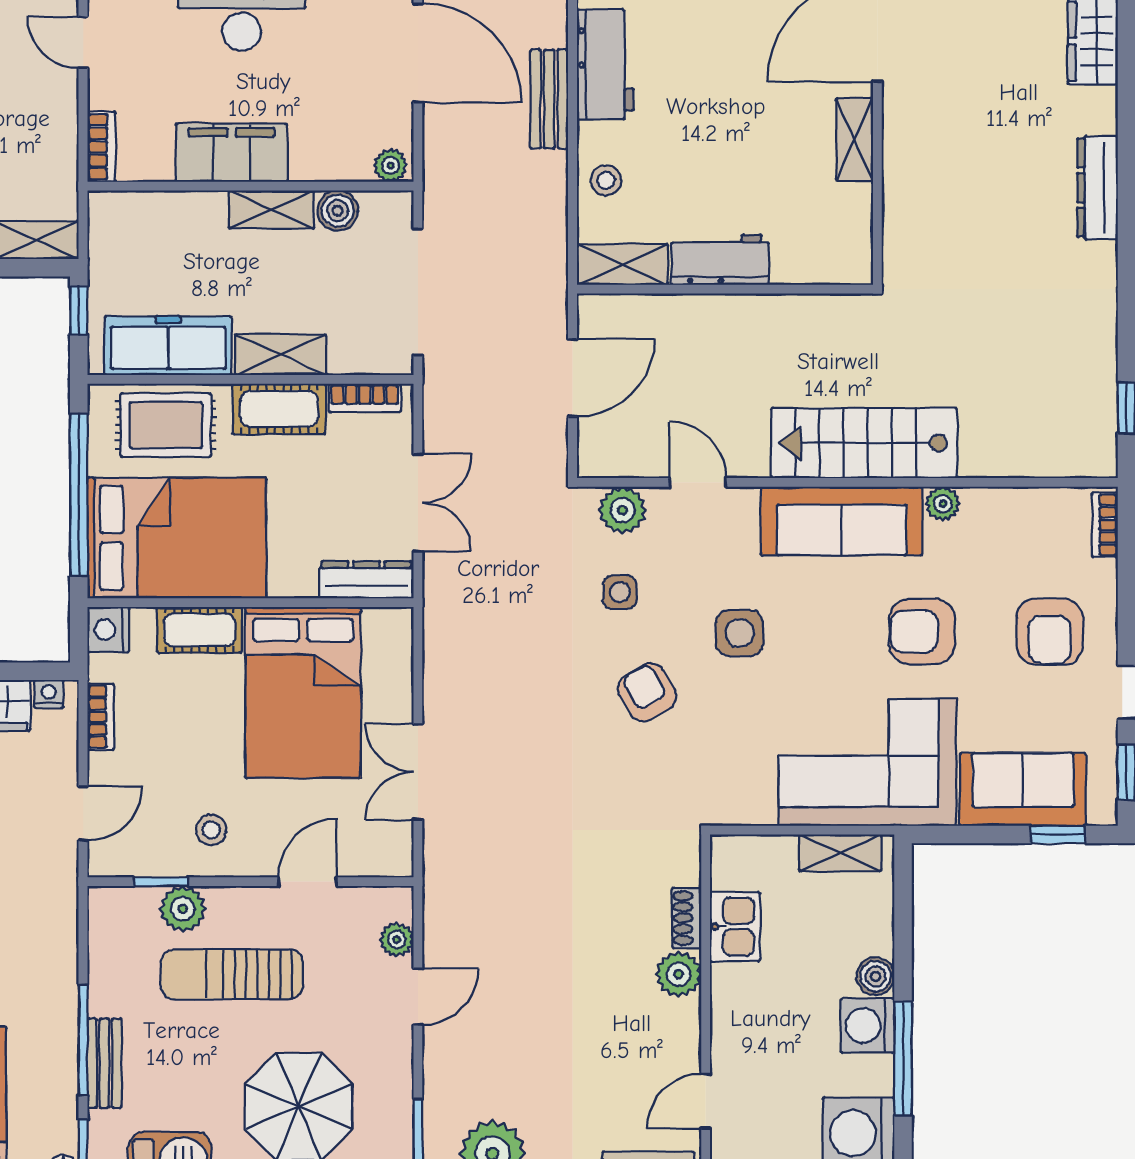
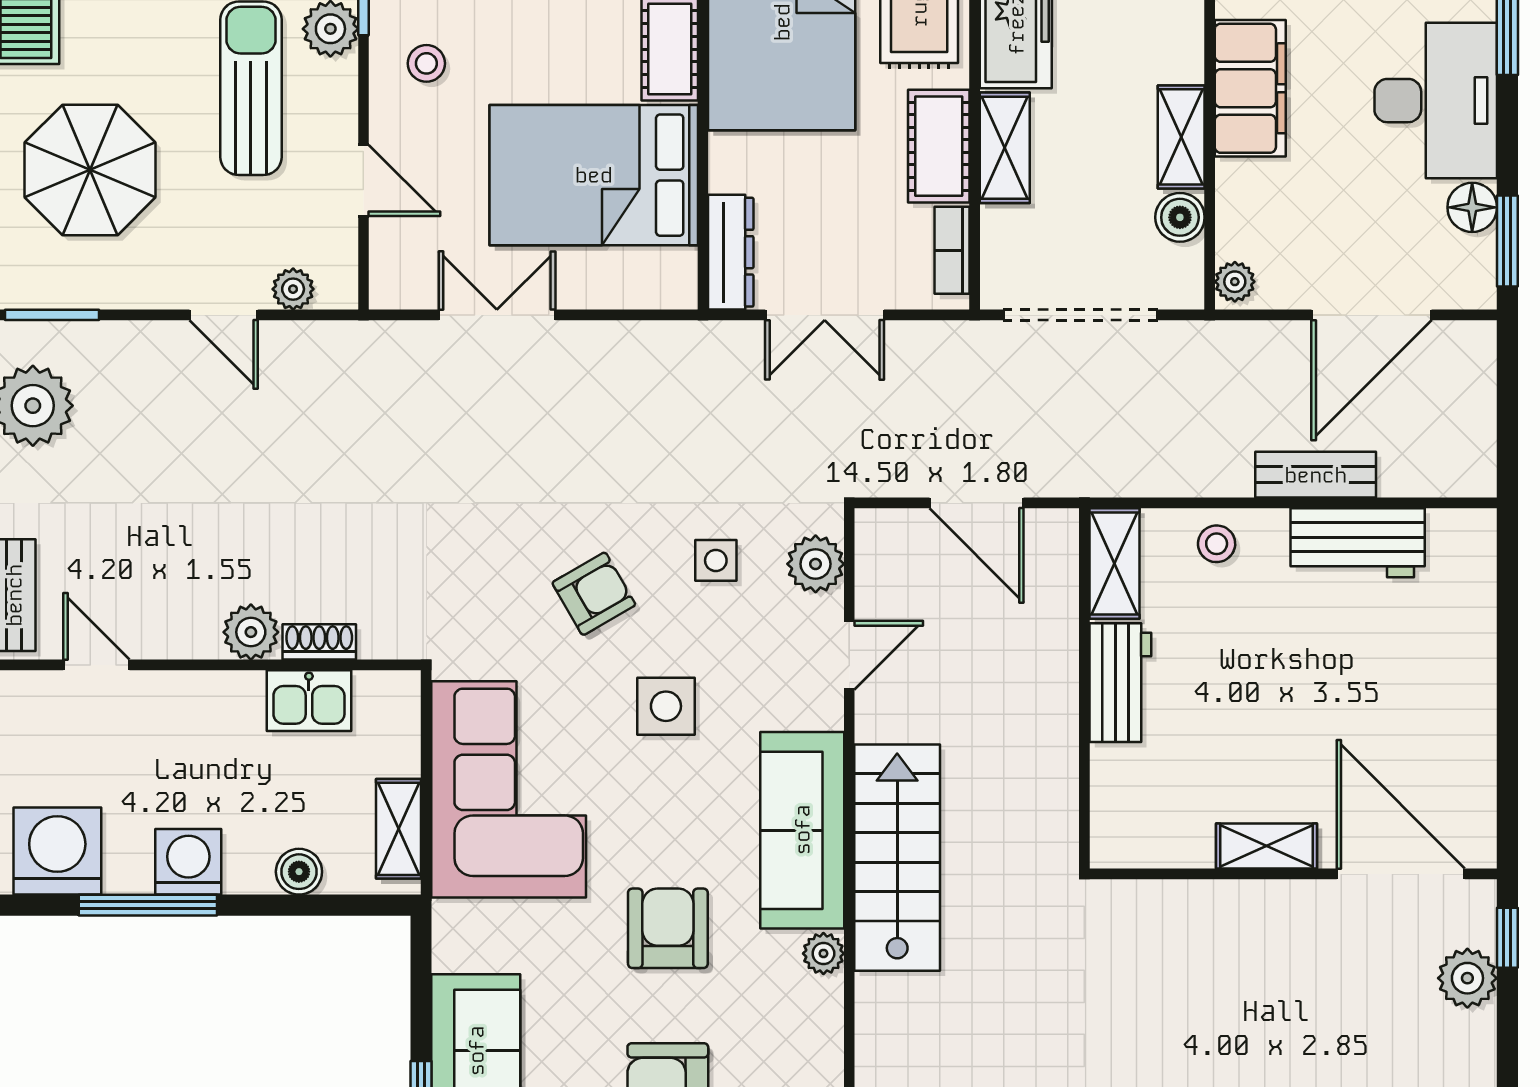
corner sofa: (867, 762) -> (509, 789), moved
boiler: (876, 976) -> (299, 872), moved

